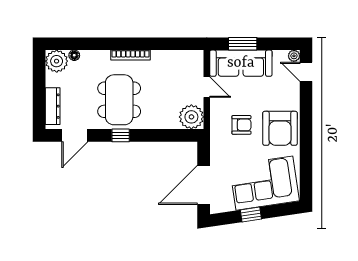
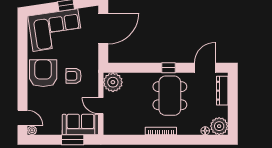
sofa: (241, 63) -> (80, 125), width x0.73

